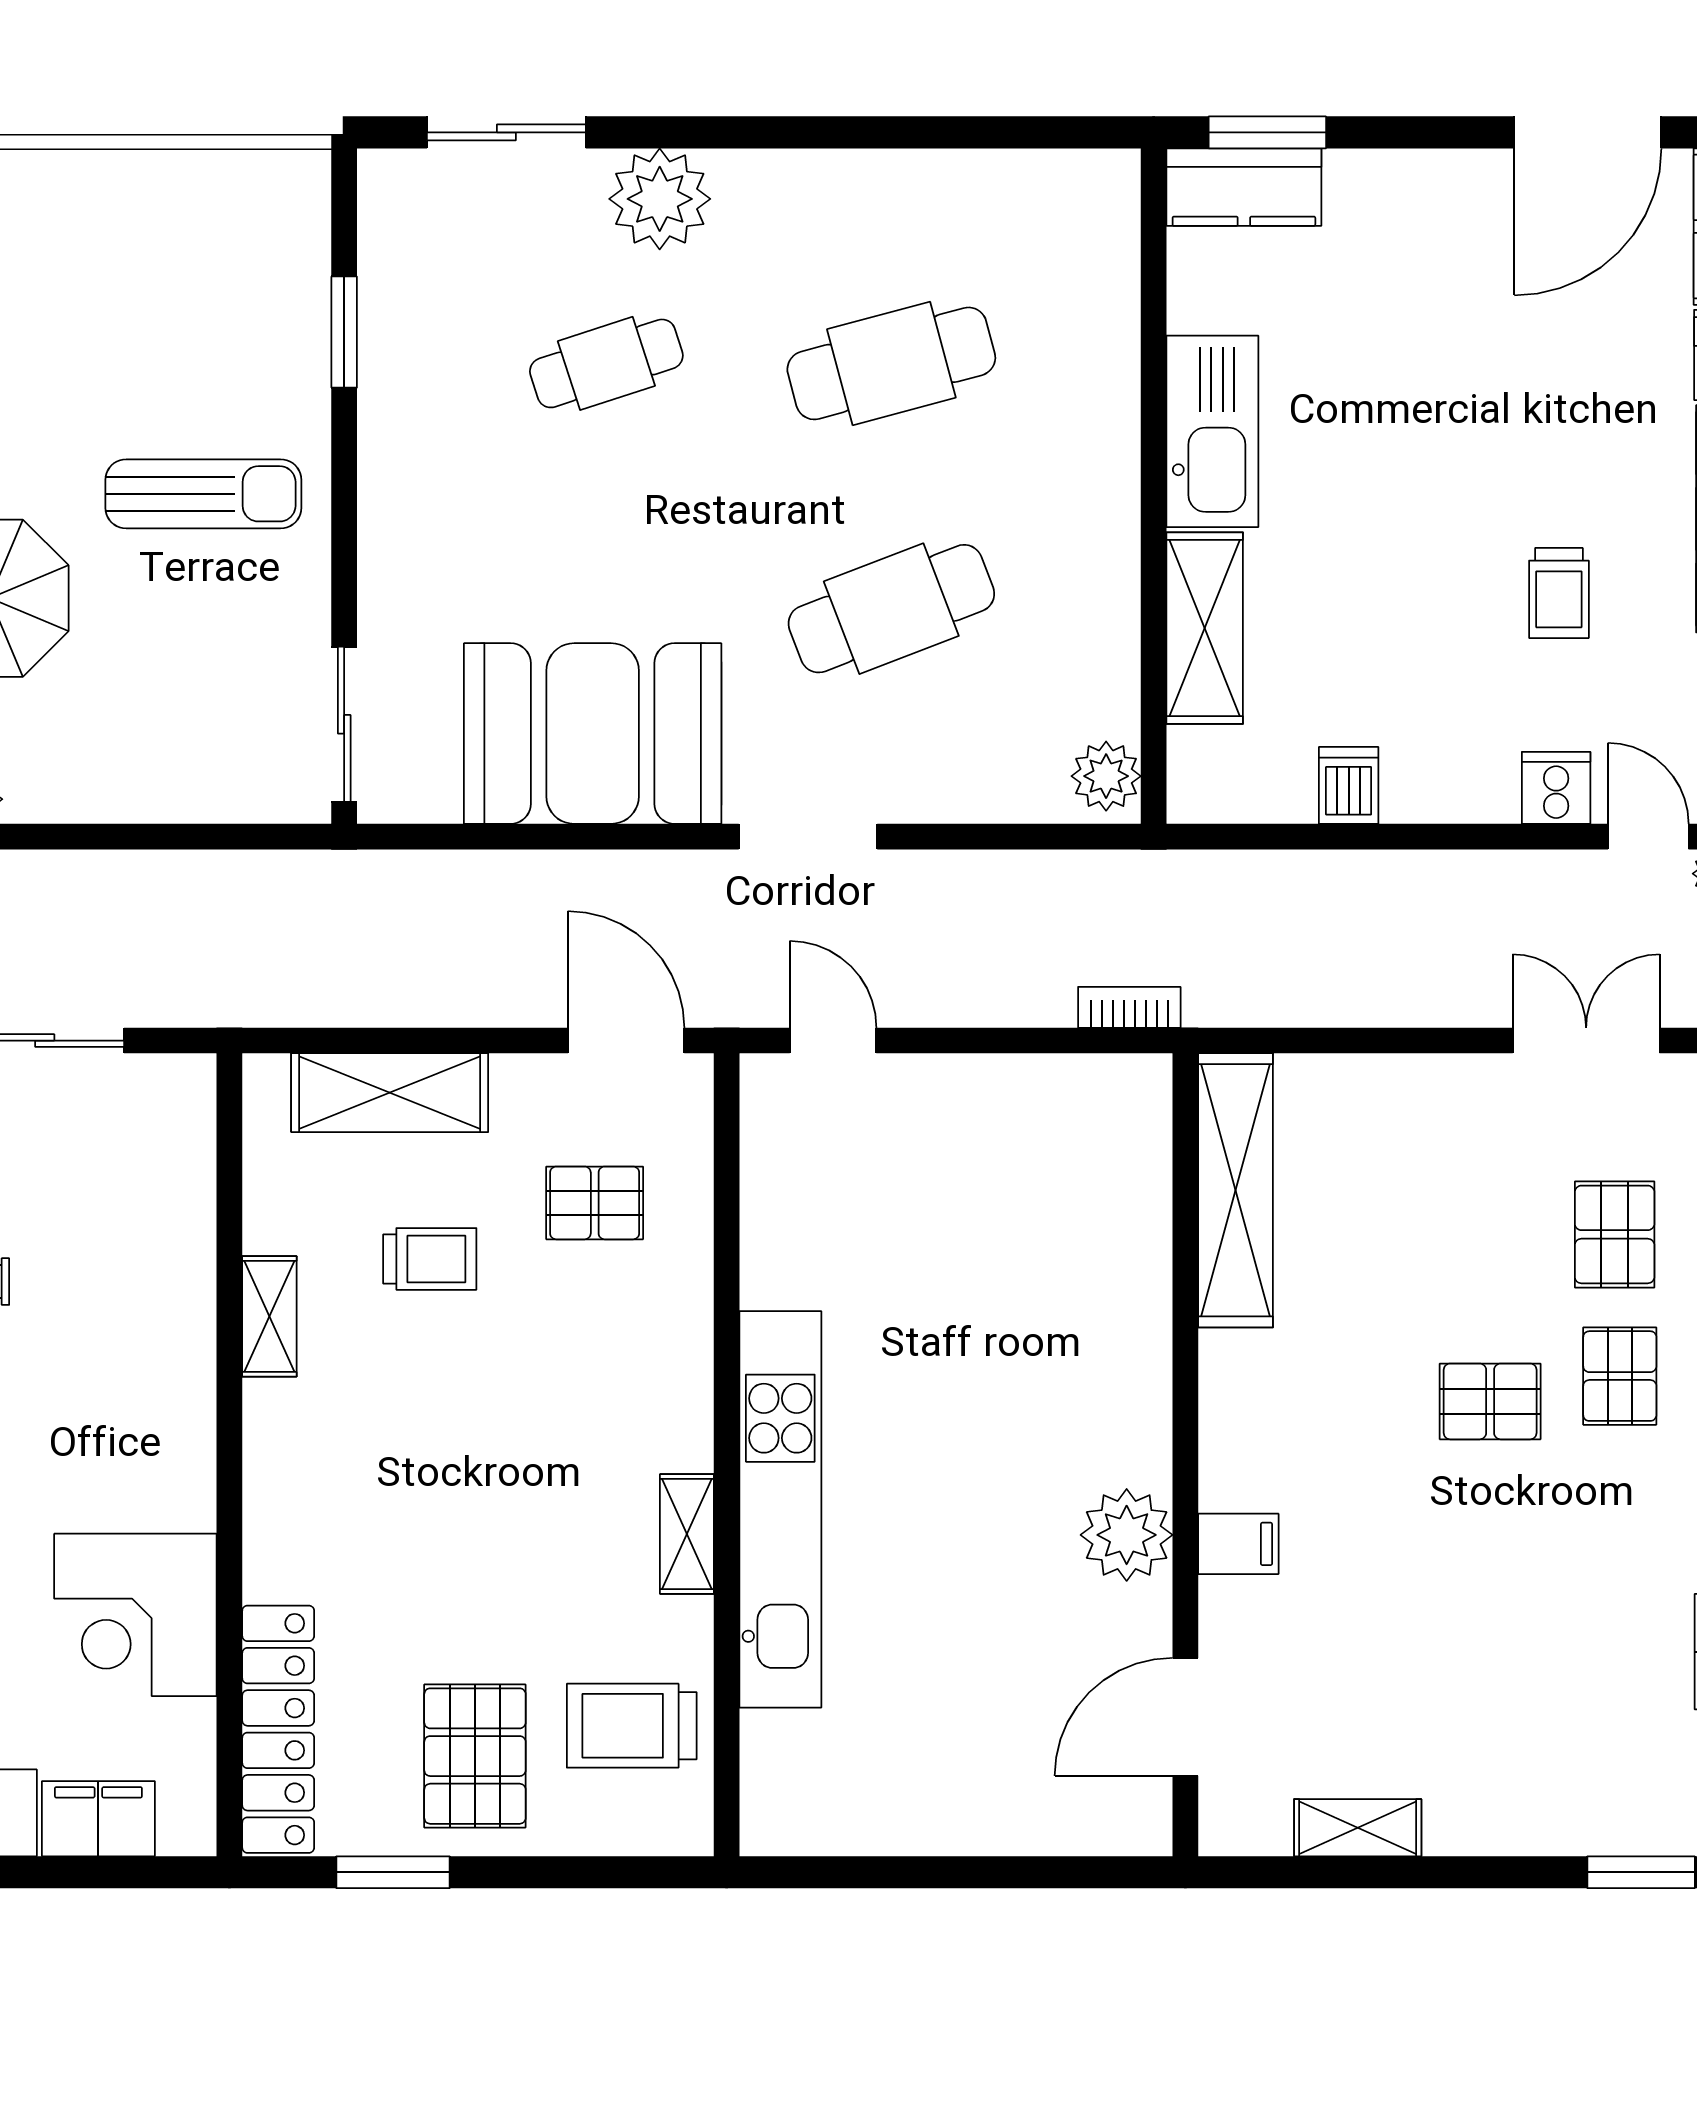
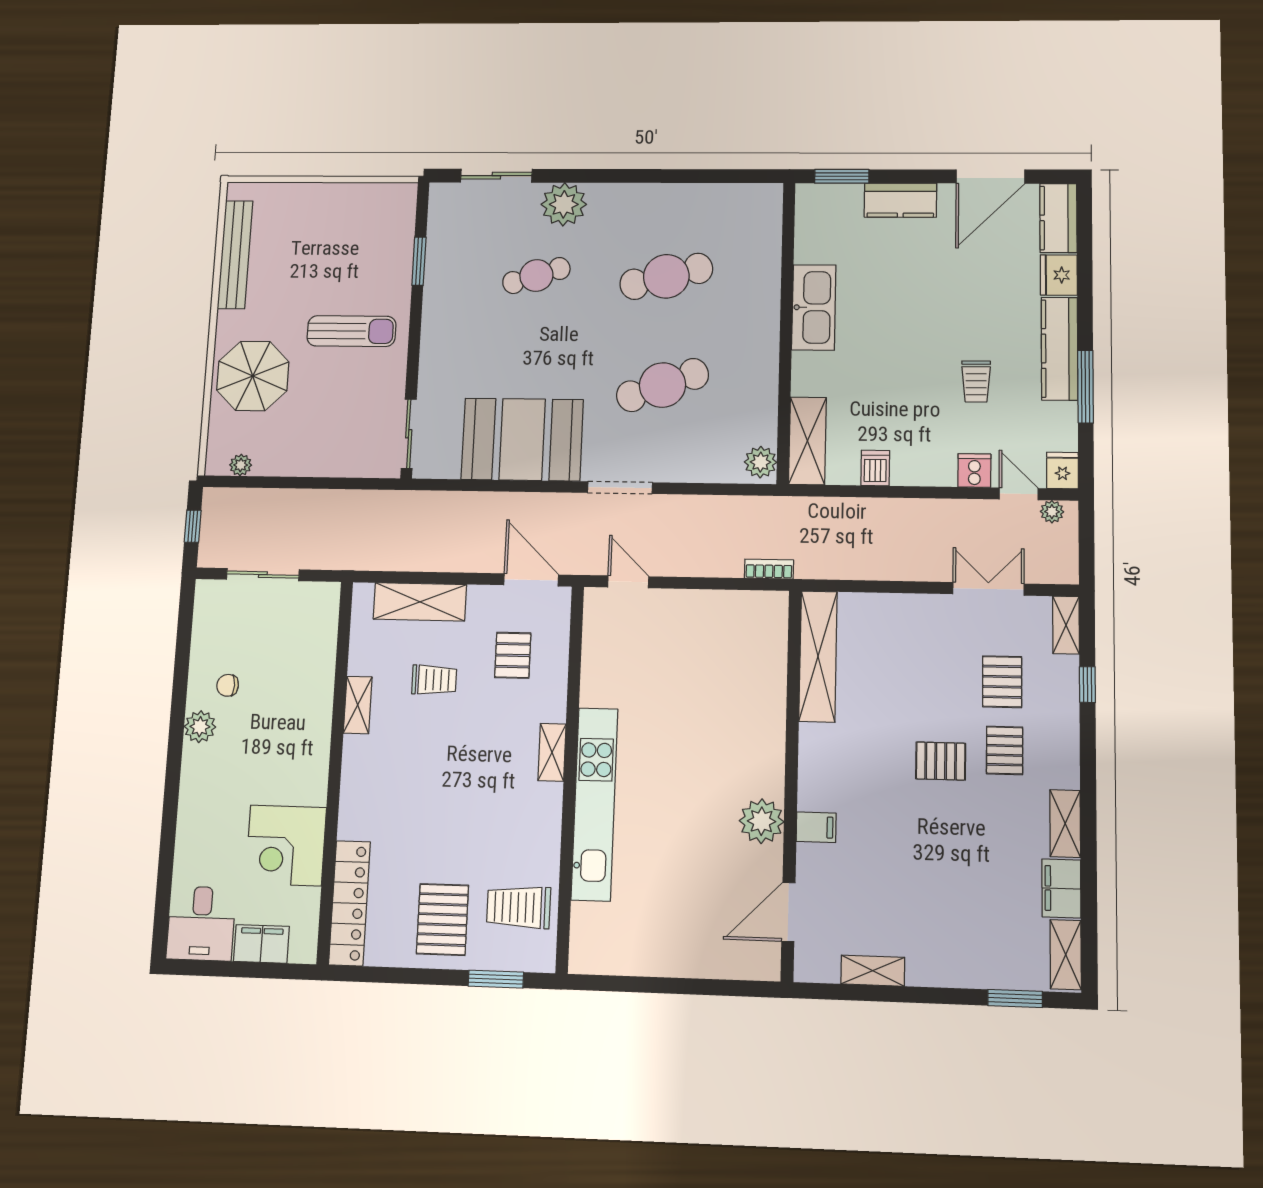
kitchen counter: (1244, 187) -> (900, 200), moved
shelving: (1205, 628) -> (807, 441), moved
pallet: (595, 1203) -> (513, 655), turned 90
shelving: (687, 1534) -> (552, 752), moved
window: (393, 1872) -> (496, 979), moved

